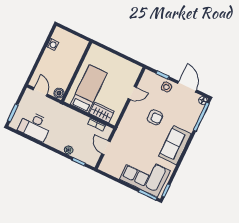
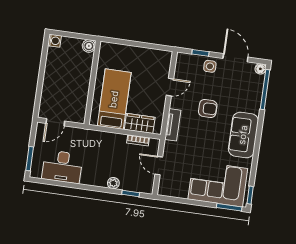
washing machine: (53, 45) -> (54, 41), moved
door: (40, 92) -> (55, 122), swing flipped
boiler: (59, 93) -> (89, 46), moved
tv unit: (126, 121) -> (173, 125), added

